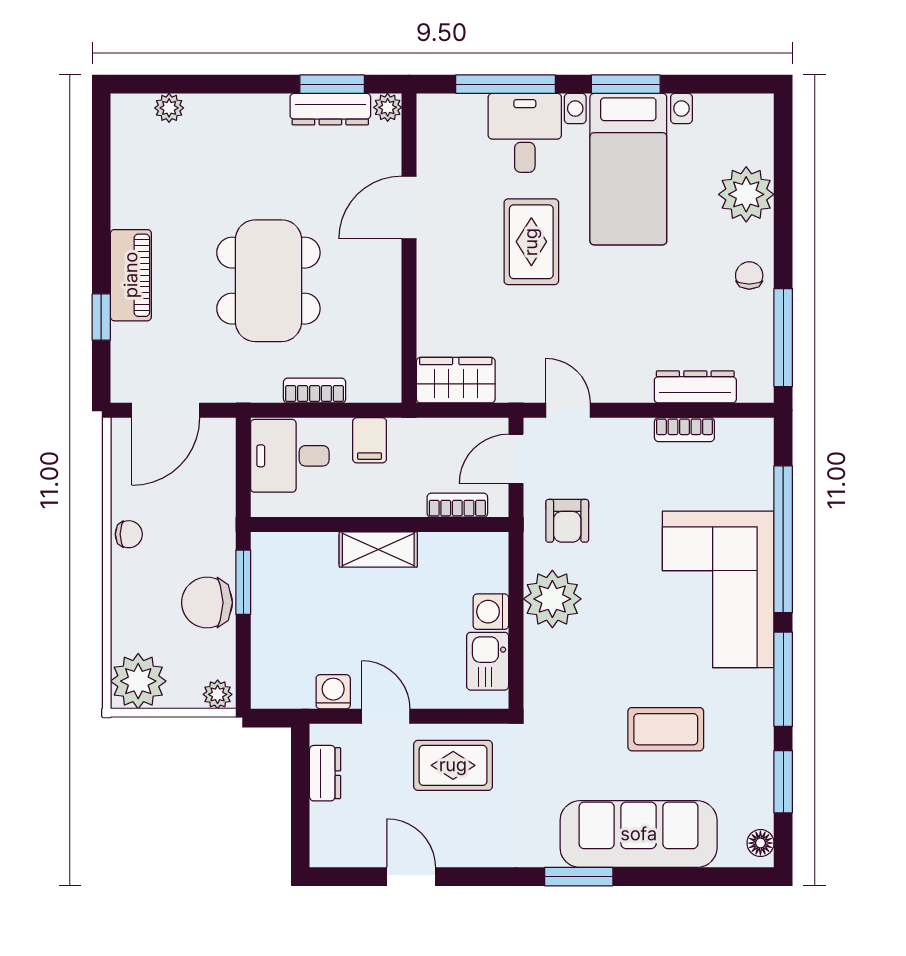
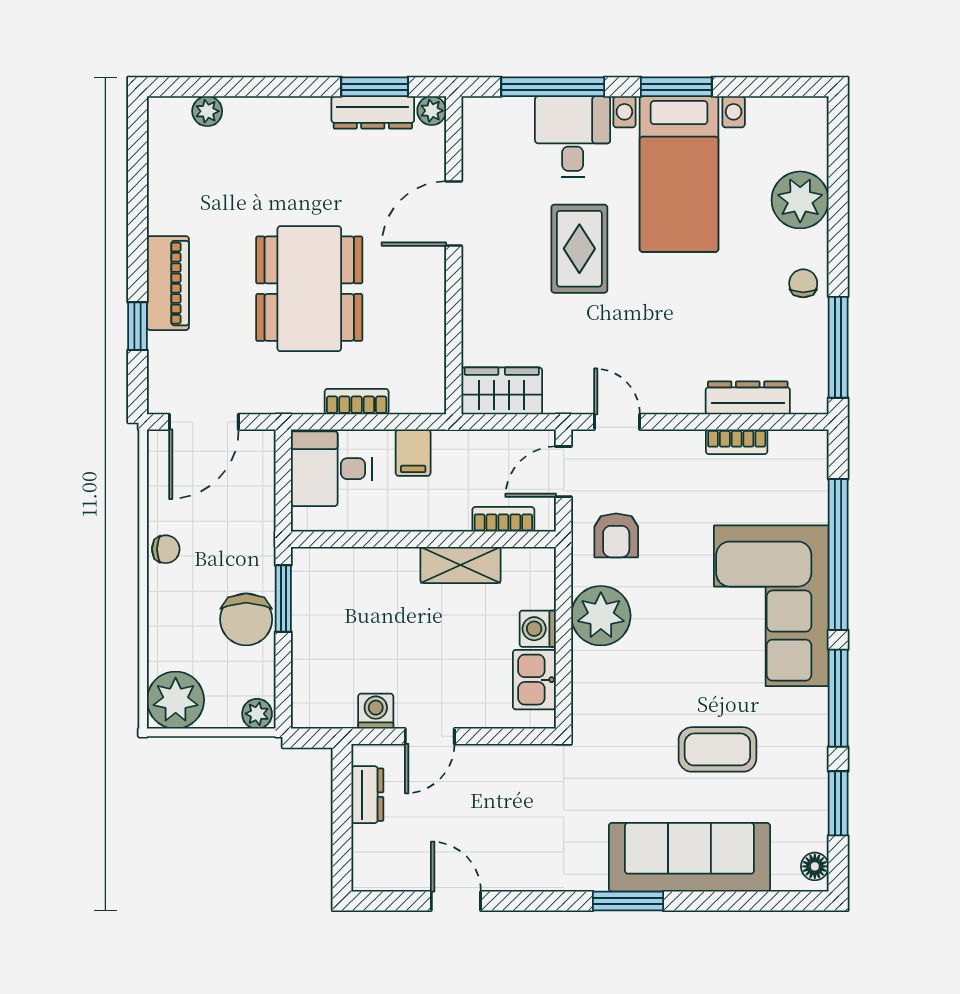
shelving: (378, 550) -> (461, 565), moved
chair: (207, 603) -> (246, 619), turned -90
door: (386, 716) -> (430, 736), swing flipped
rug: (453, 765) -> (499, 787), removed

